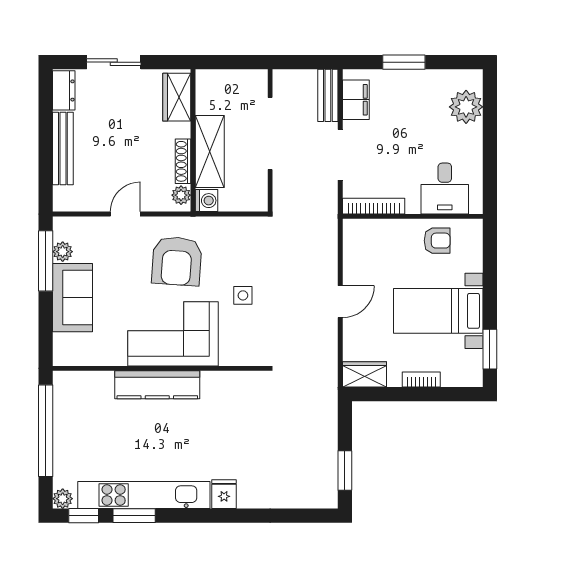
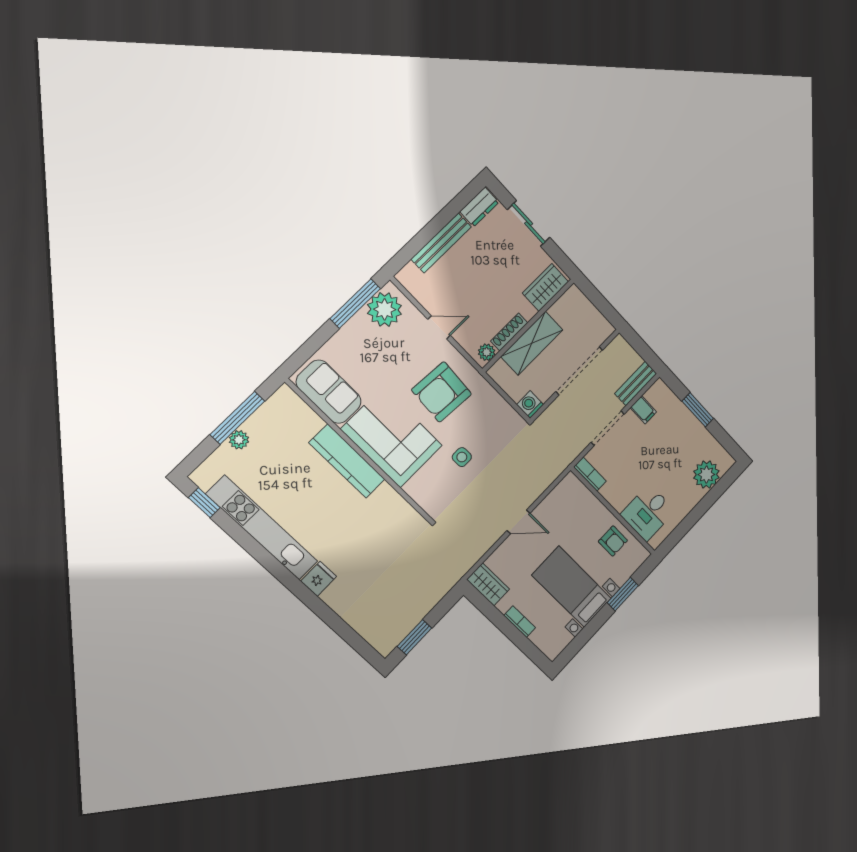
filing cabinet: (356, 100) -> (643, 410), width x0.50
washing machine: (206, 201) -> (530, 405), moved, turned 180
bookcase: (374, 206) -> (590, 474), width x0.64
plant: (63, 252) -> (385, 309), width x1.87, depth x1.87
sofa: (72, 298) -> (329, 392), moved, turned -90
window: (490, 349) -> (623, 594), moved
window: (46, 431) -> (237, 418), width x0.68
plant: (63, 499) -> (239, 440), moved
window: (134, 516) -> (241, 536), removed

